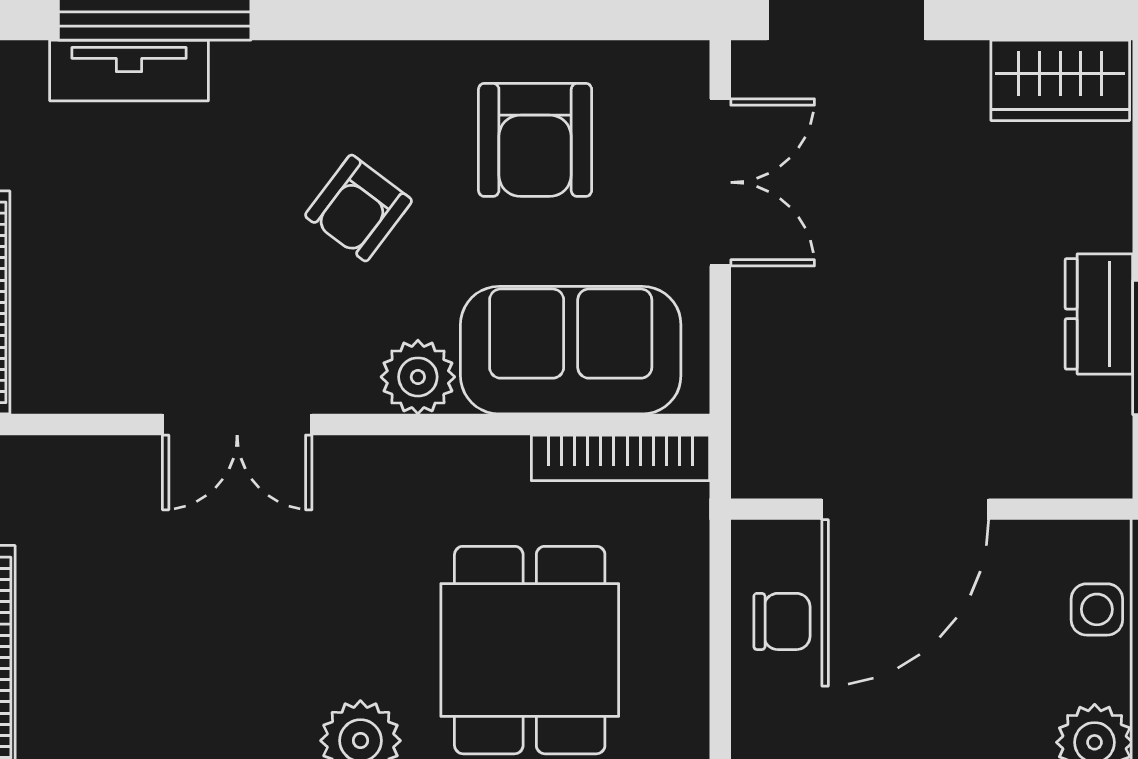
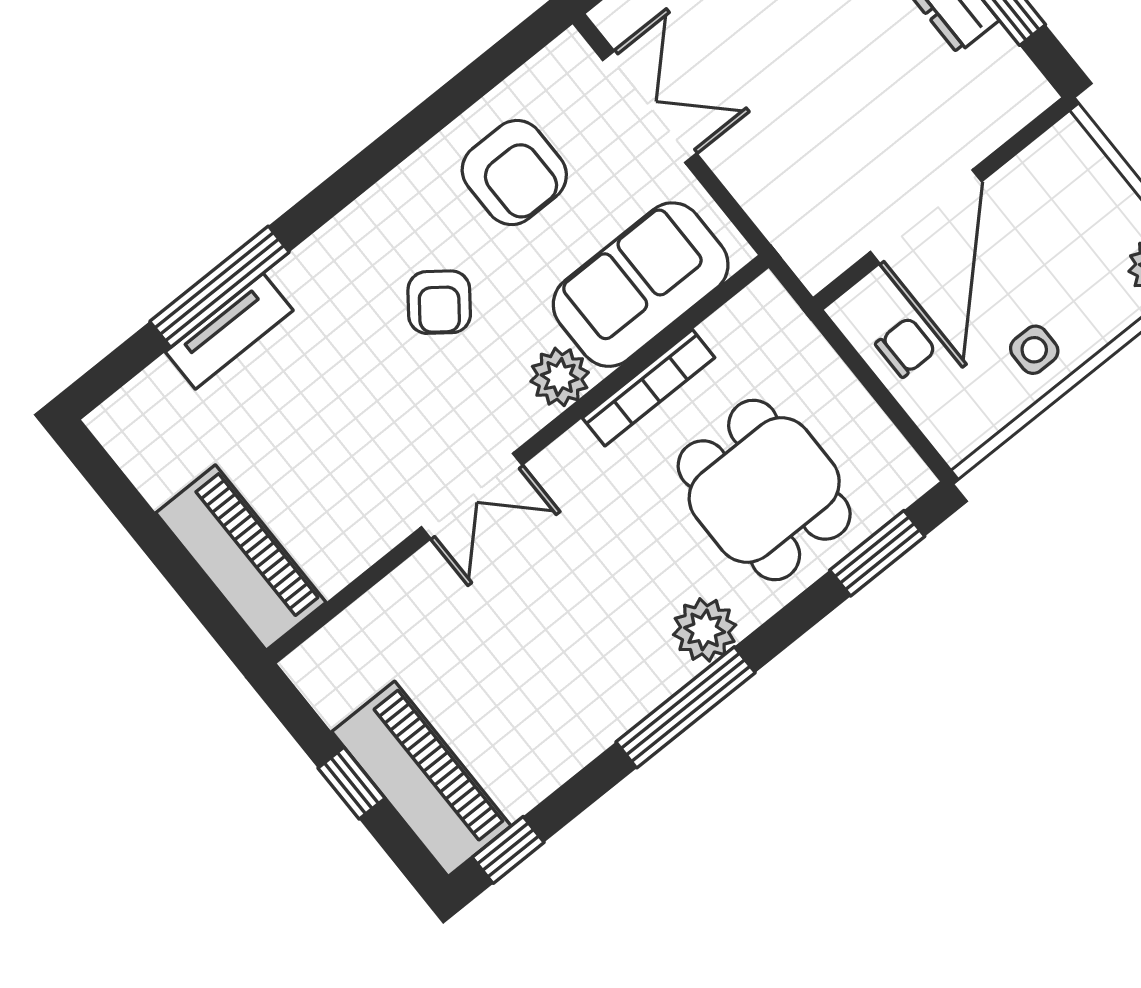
bookcase: (620, 458) -> (649, 388), moved
side table: (1097, 609) -> (1034, 350), moved

